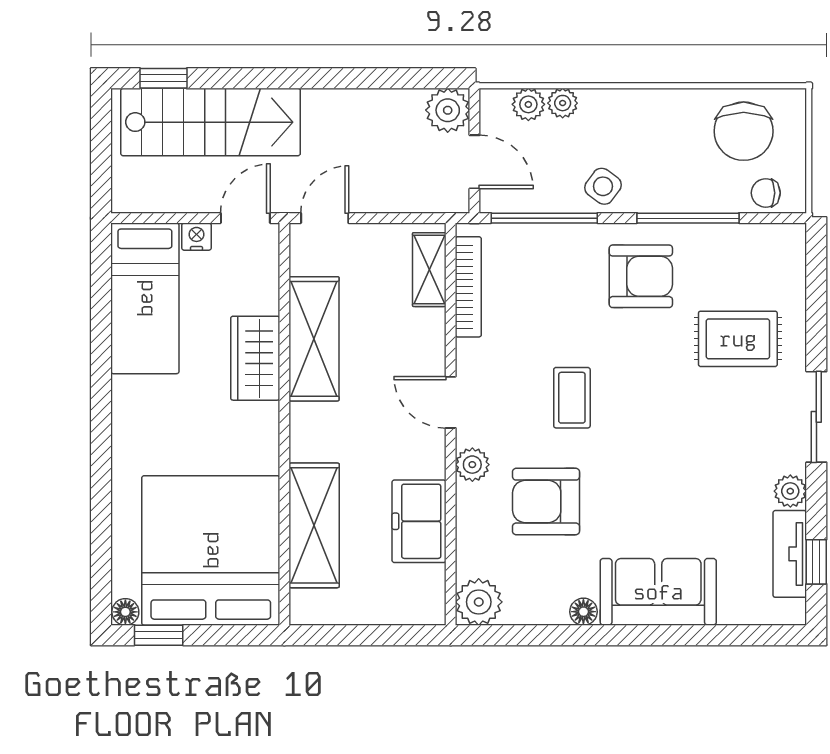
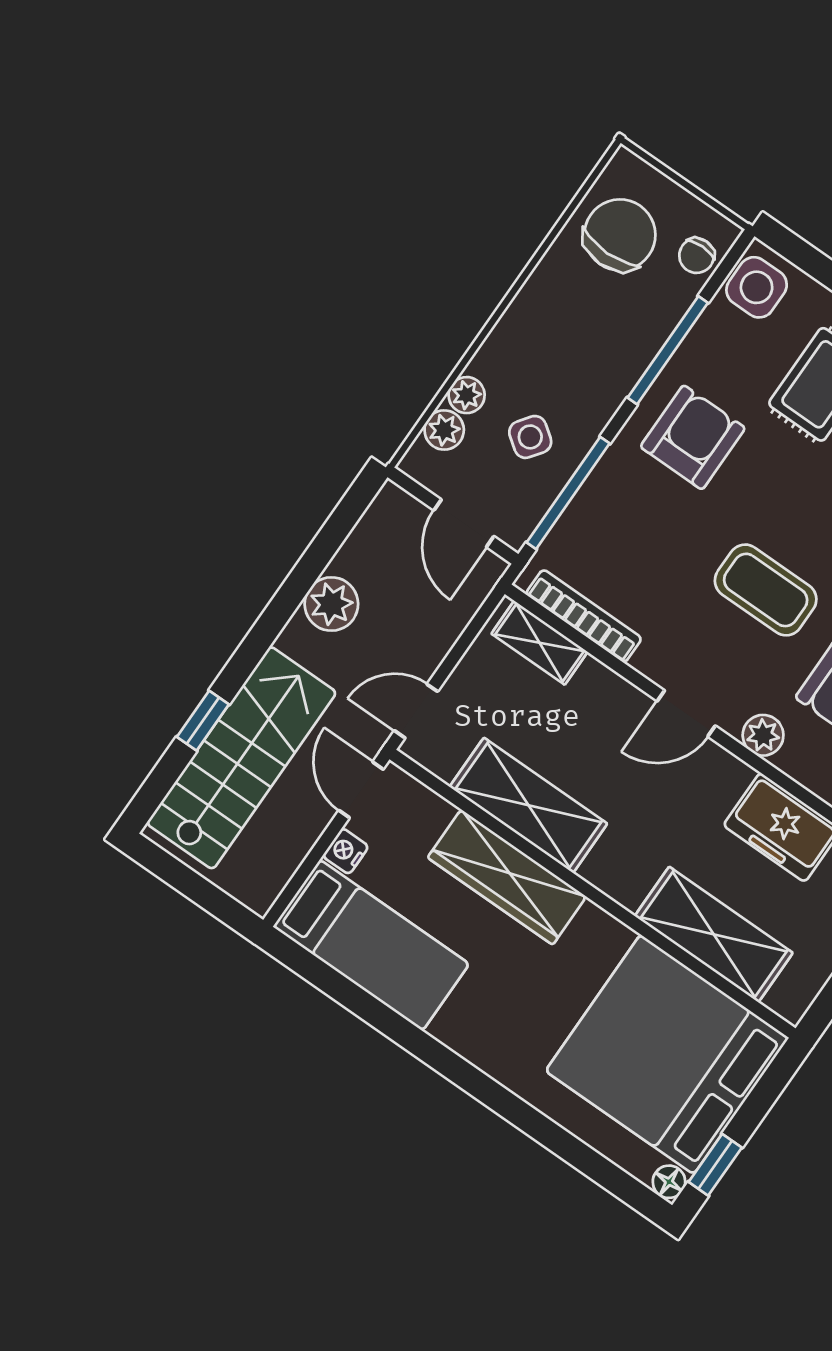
window: (163, 78) -> (203, 721), moved
plant: (448, 110) -> (331, 604), moved
chair: (744, 131) -> (620, 235), turned -90
door: (474, 162) -> (464, 523), swing flipped
side table: (603, 186) -> (530, 437), moved
door: (325, 218) -> (416, 711), hinge flipped
side table: (773, 249) -> (757, 287), added
wardrobe: (255, 358) -> (507, 877), width x1.50
coffee table: (572, 398) -> (766, 590), width x1.36, depth x1.30

